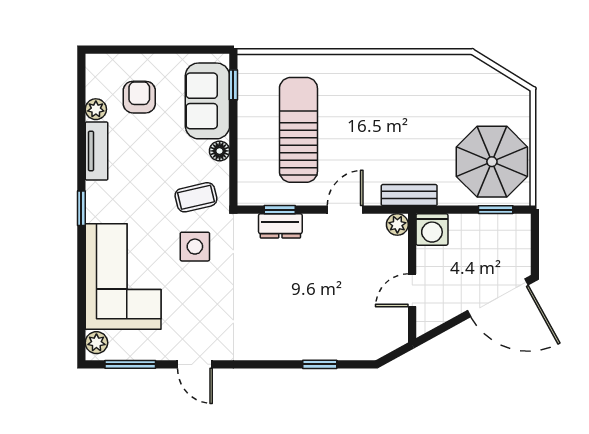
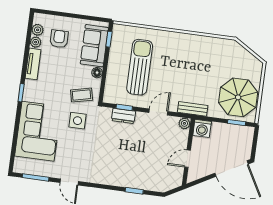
plant: (96, 343) -> (38, 30), moved

